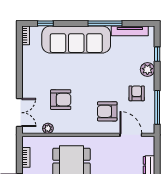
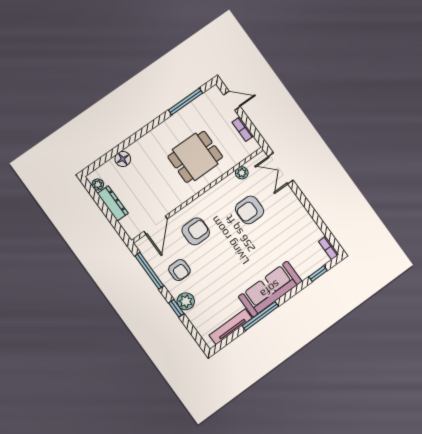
sofa: (76, 40) -> (270, 289), width x0.74, depth x0.79
window: (157, 54) -> (176, 308), moved
door: (131, 135) -> (156, 225), hinge flipped

